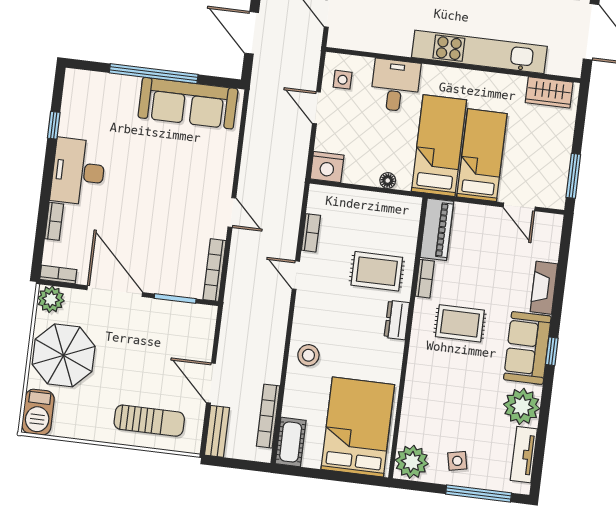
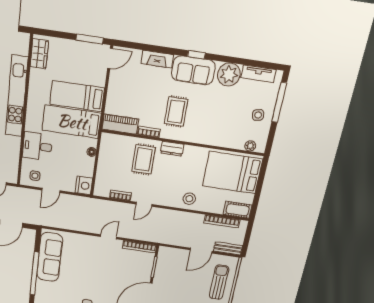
door: (519, 207) -> (110, 58), moved
plant: (412, 462) -> (250, 146), width x0.53, depth x0.53

